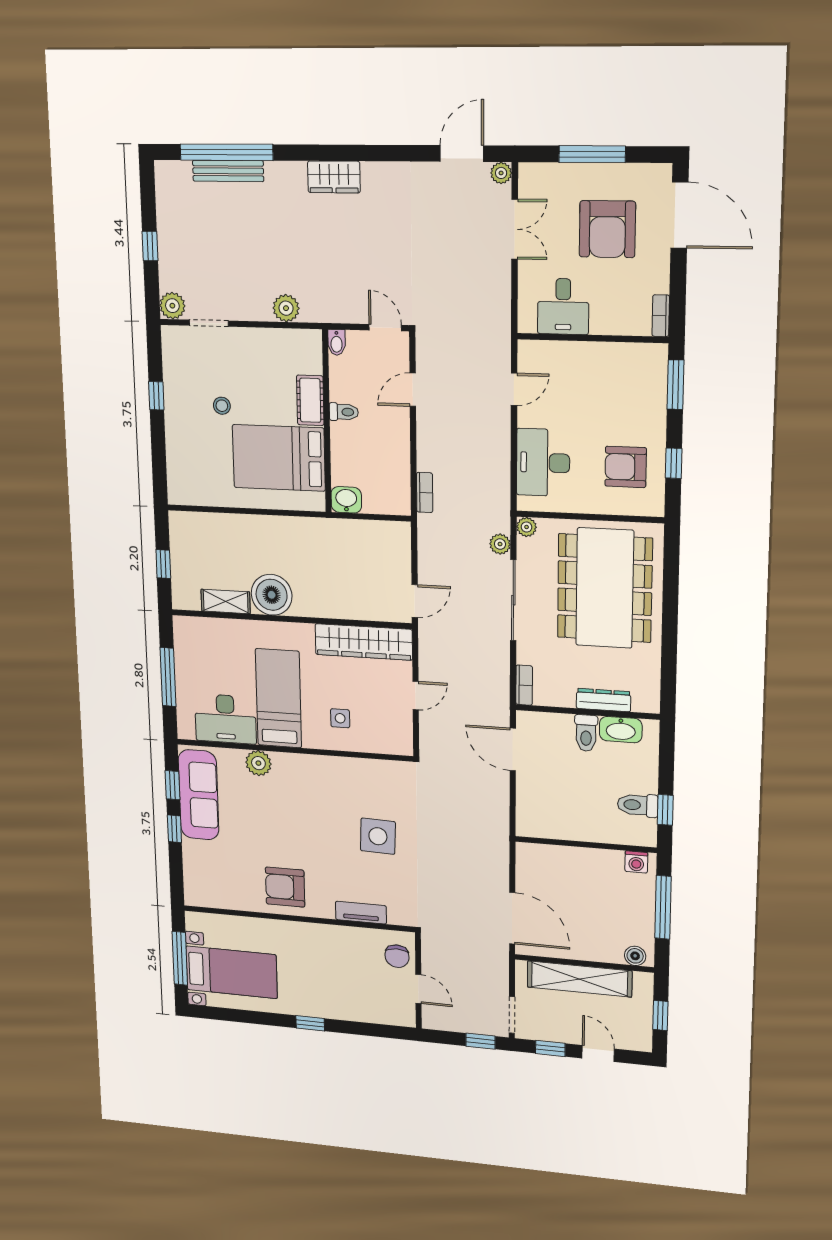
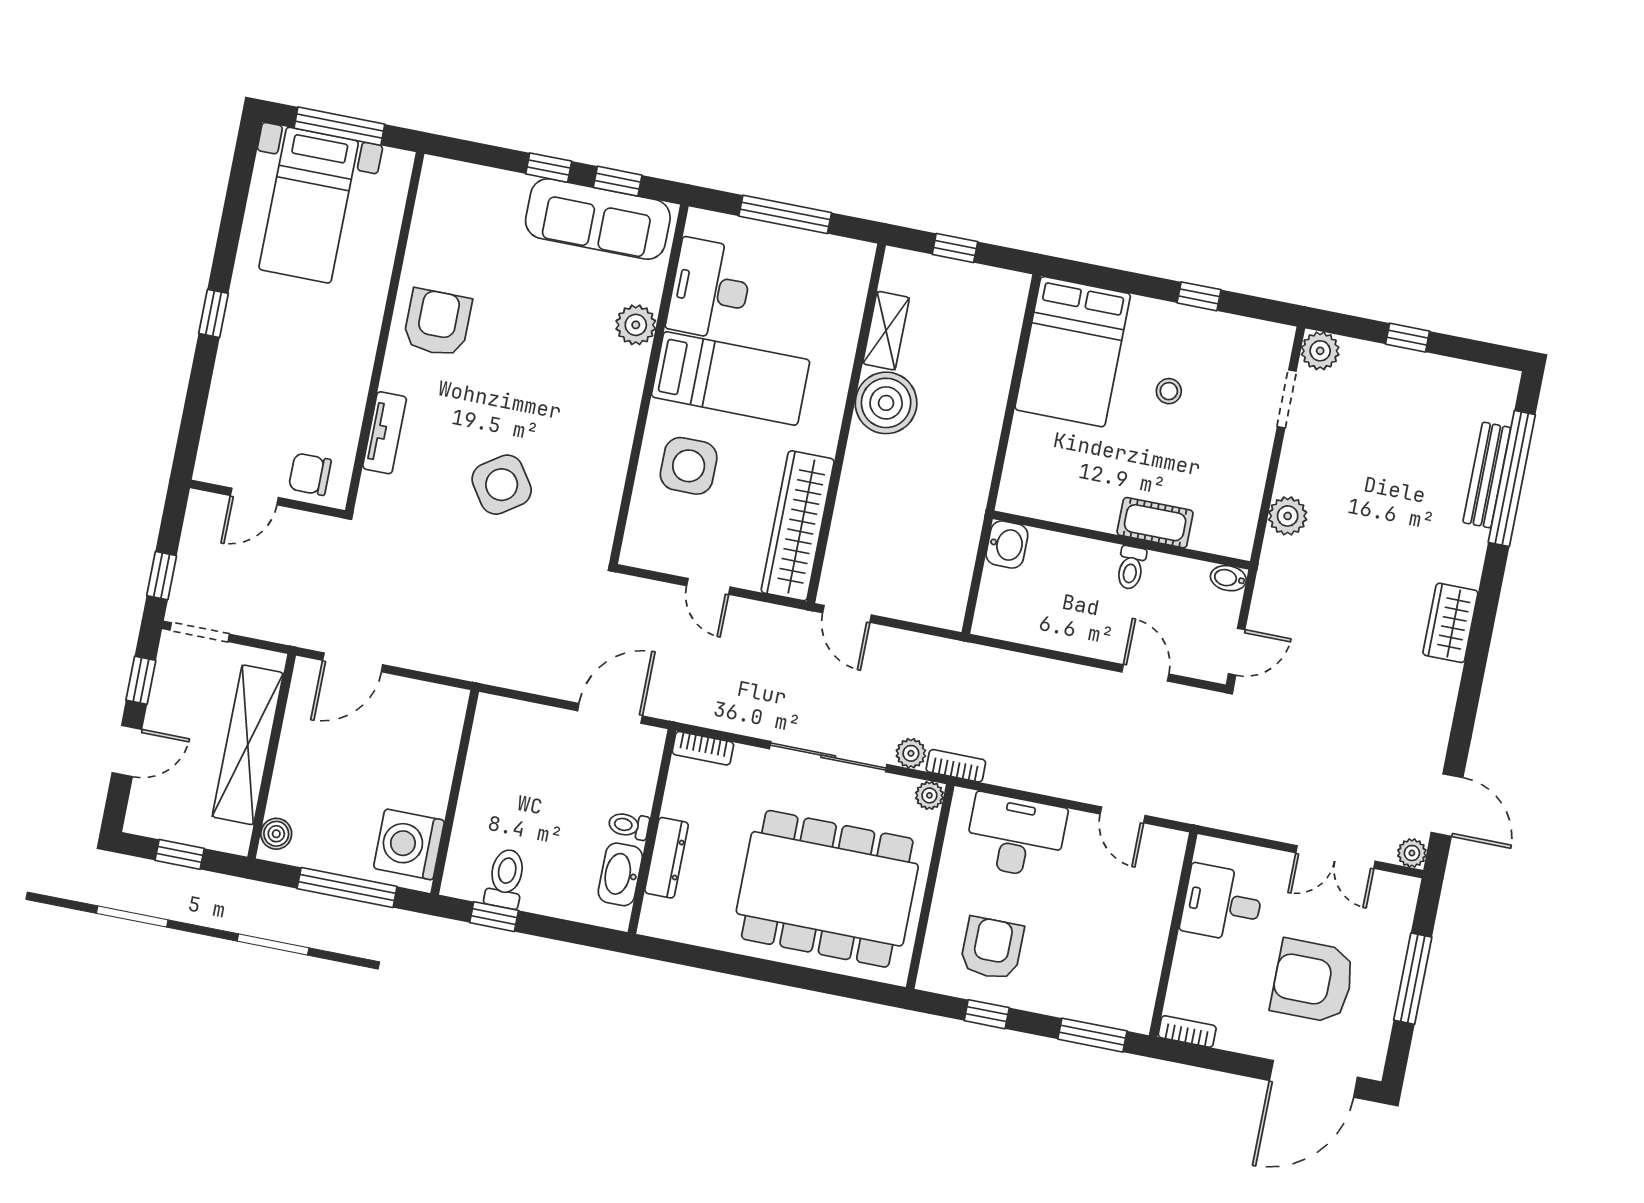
bed: (279, 458) -> (1073, 352), moved, turned 180
bookcase: (425, 492) -> (956, 766), moved, turned 180
side table: (340, 718) -> (689, 466), width x1.87, depth x1.87
toilet: (586, 733) -> (629, 825), width x0.73, depth x0.72
side table: (378, 836) -> (502, 485), turned -36
washing machine: (636, 862) -> (409, 844), width x1.89, depth x1.89
door: (512, 918) -> (353, 662), width x0.73

